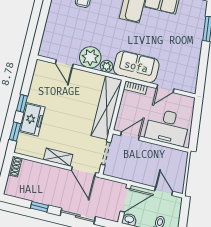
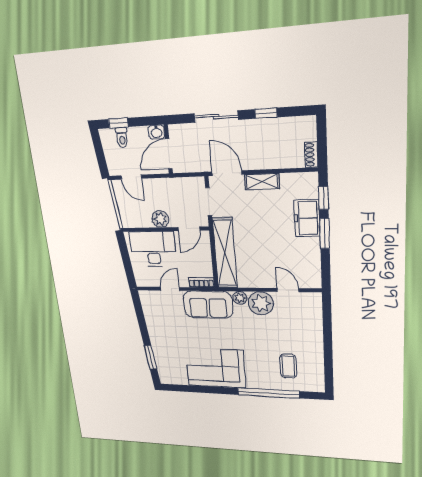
window: (22, 103) -> (325, 234), width x1.50
plant: (152, 151) -> (160, 219), added

